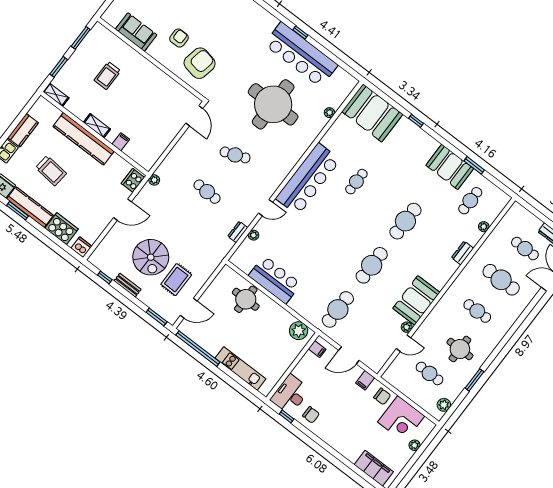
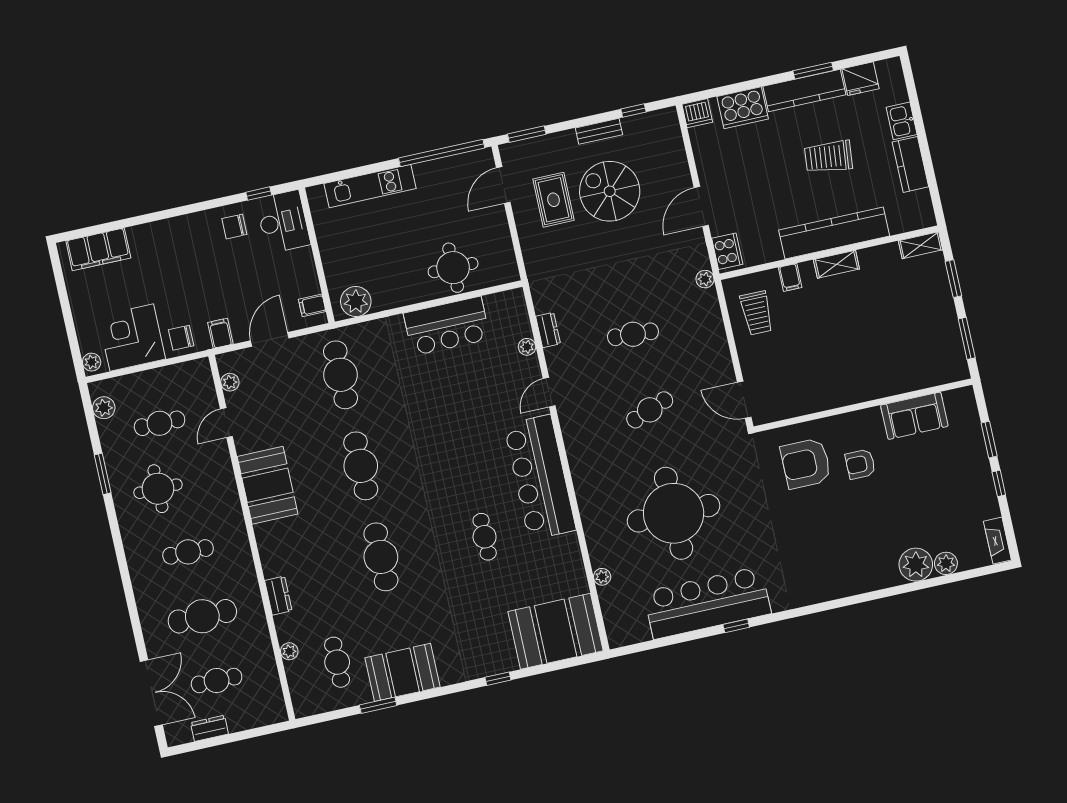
armchair: (179, 38) -> (860, 464), turned 90
armchair: (200, 63) -> (806, 463), turned 79
trolley: (107, 76) -> (757, 313), moved, turned 180
plant: (407, 327) -> (230, 382), moved
plant: (415, 445) -> (92, 362), moved

